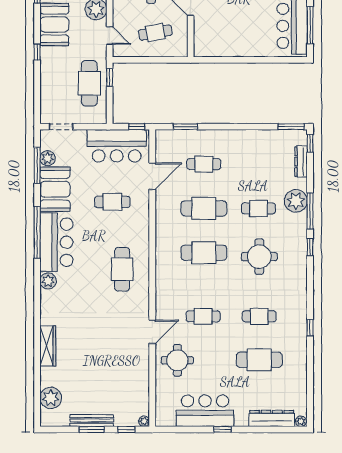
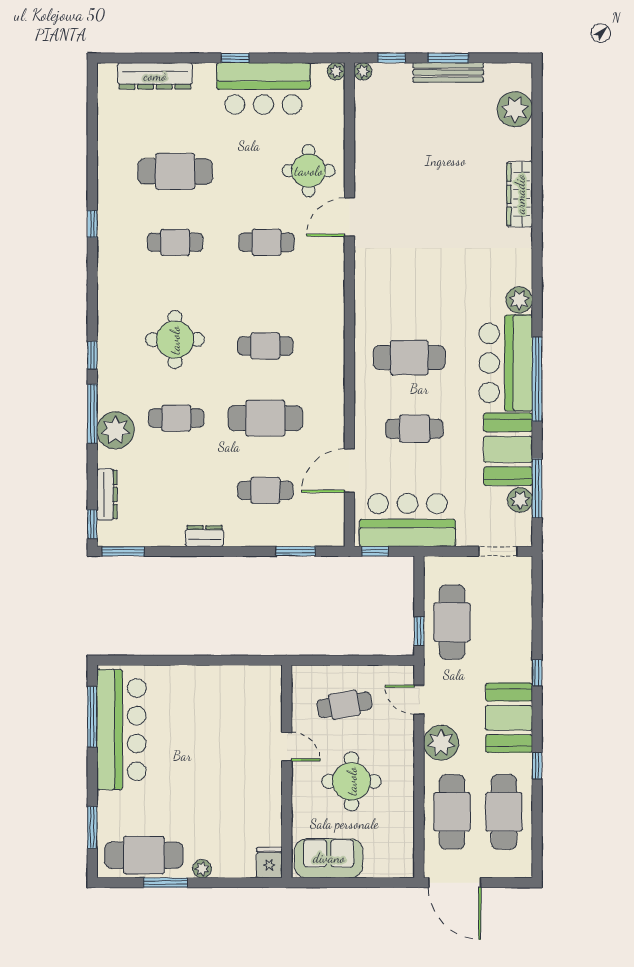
dresser: (241, 136) -> (204, 536), added
cafe table: (204, 253) -> (265, 346), width x0.73, depth x0.74
cafe table: (122, 269) -> (409, 358), moved, turned 90
plant: (301, 421) -> (336, 71), moved

